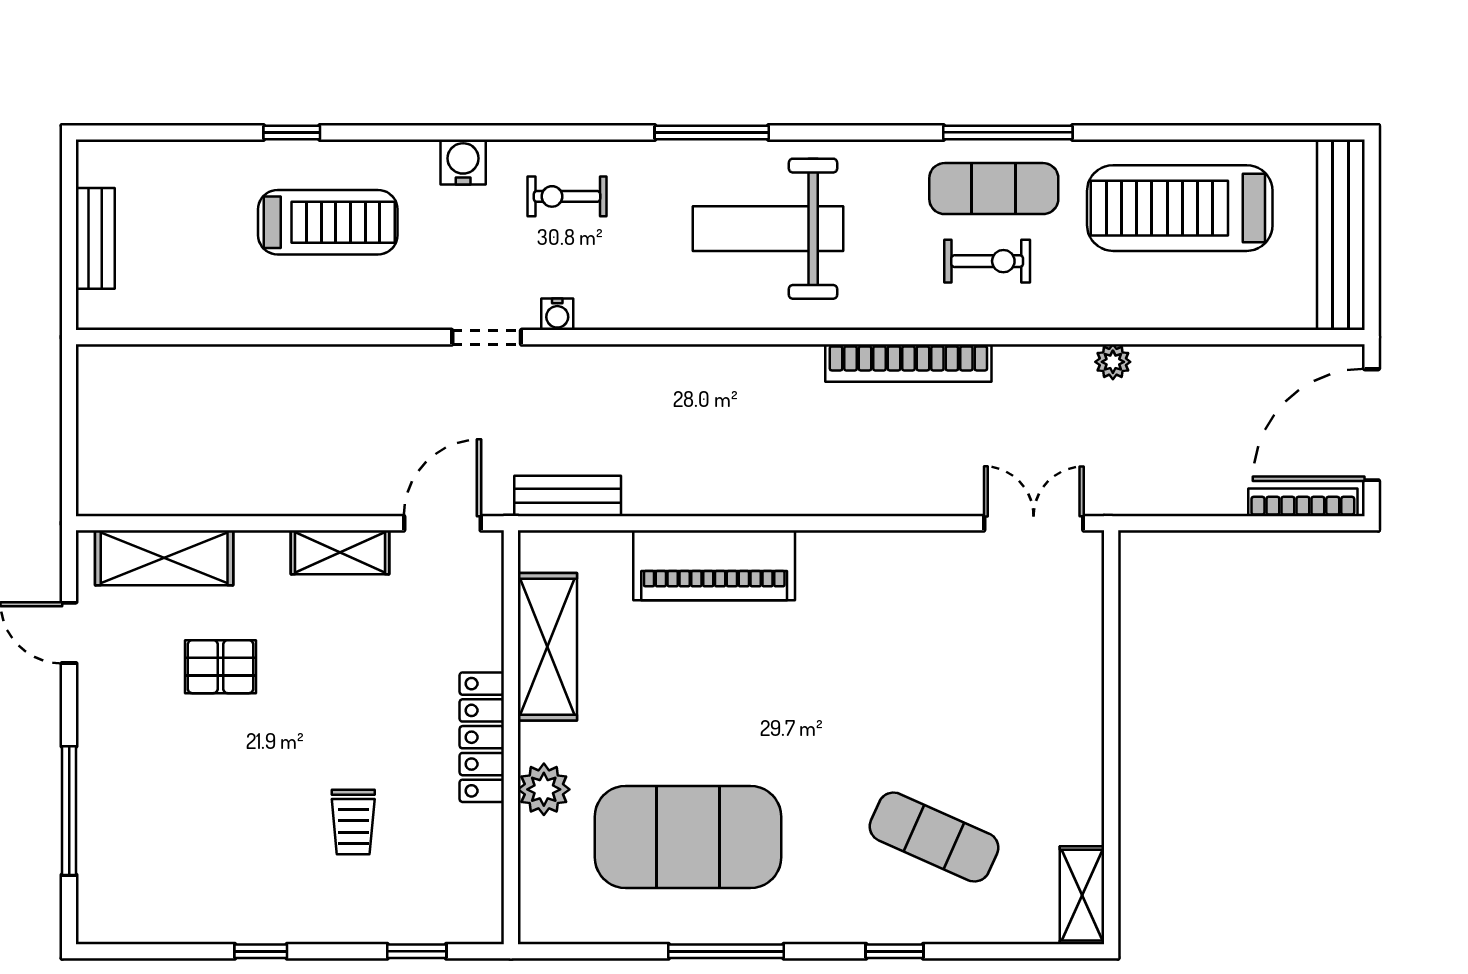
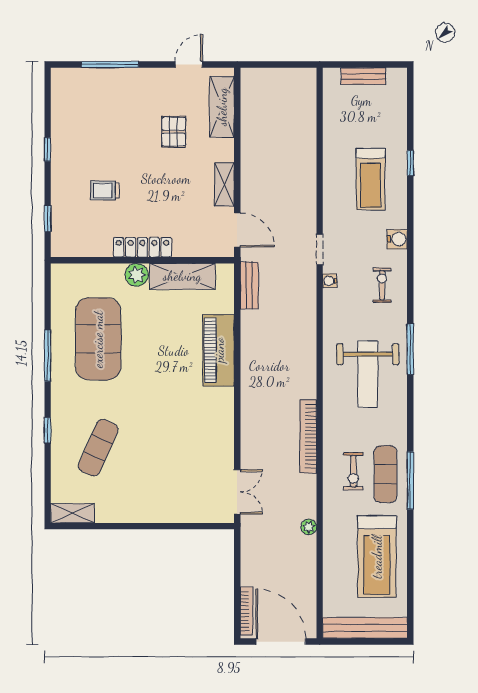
treadmill: (1180, 208) -> (377, 557), turned 180
weight bench: (768, 229) -> (368, 374), turned 180
plant: (544, 789) -> (137, 275), moved

